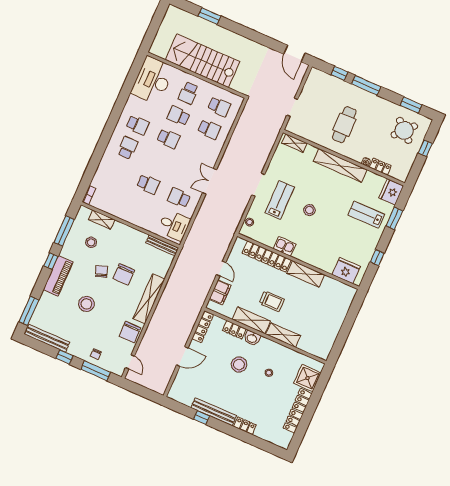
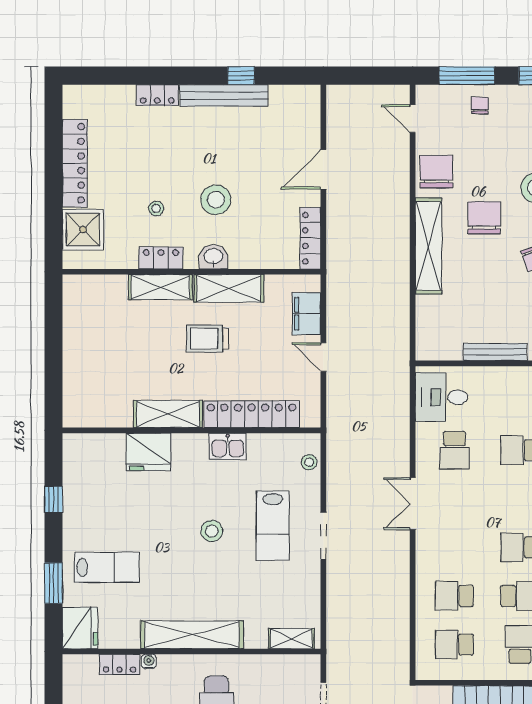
double door: (210, 181) -> (413, 504), swing flipped
school desk: (179, 198) -> (454, 450), turned 90
bench: (162, 245) -> (495, 352), moved
fridge: (346, 271) -> (148, 452), moved
chair: (124, 274) -> (484, 218), moved
locker: (234, 330) -> (161, 258), moved

